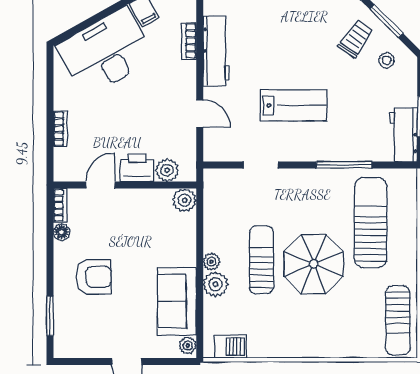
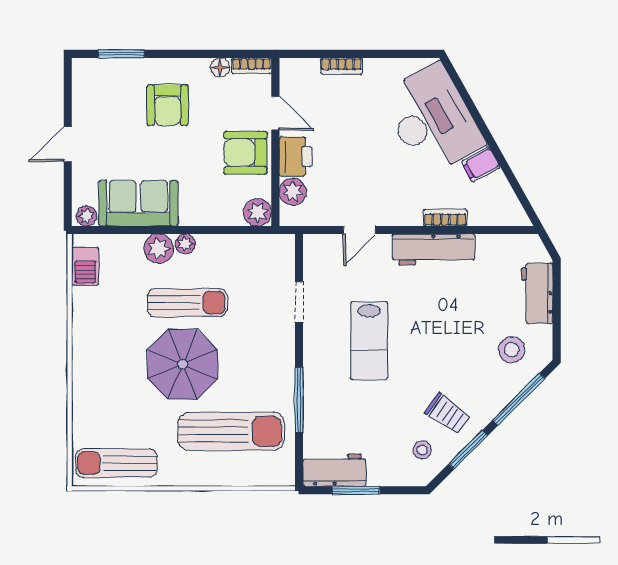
armchair: (134, 210) -> (245, 153), added

